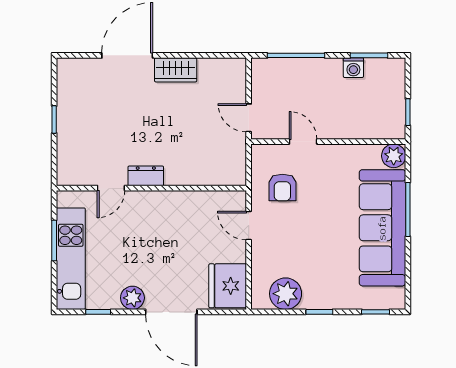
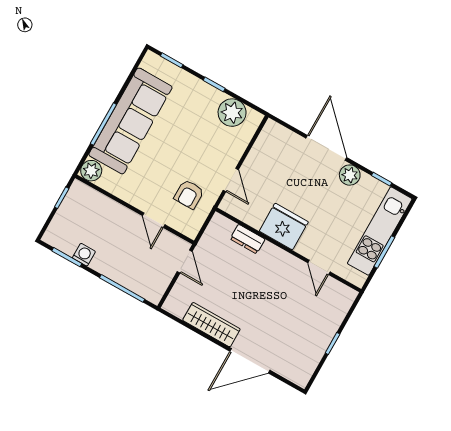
wardrobe: (176, 70) -> (211, 325), width x1.50
dresser: (146, 176) -> (248, 239), moved
armchair: (282, 187) -> (189, 194), turned 180
door: (111, 188) -> (319, 267), swing flipped
fridge: (228, 286) -> (284, 226), moved, turned -90

